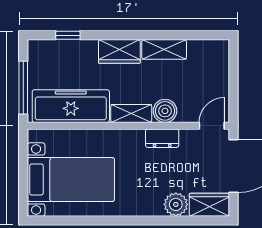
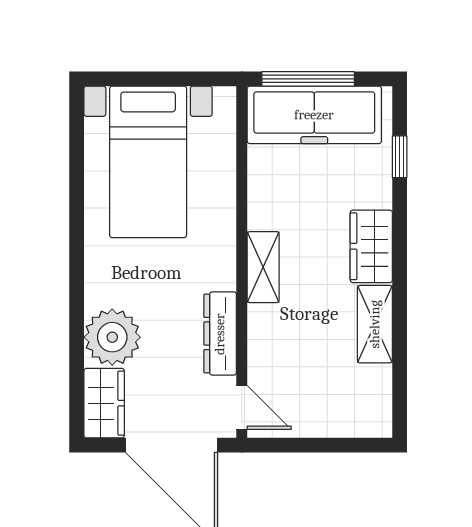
freezer: (71, 106) -> (314, 115), moved, turned 90
boiler: (165, 111) -> (268, 326), removed
dresser: (162, 138) -> (220, 334), width x1.44
plant: (176, 204) -> (112, 337), width x1.36, depth x1.36

